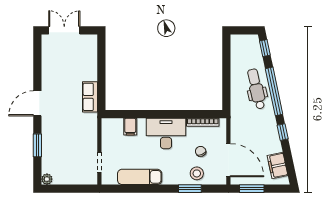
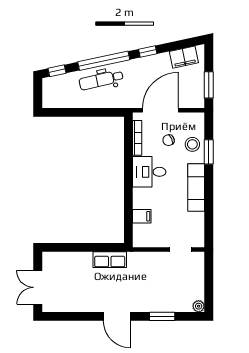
desk: (166, 133) -> (149, 172), width x0.73
door: (228, 160) -> (161, 110), moved
exam couch: (140, 177) -> (196, 187), moved

